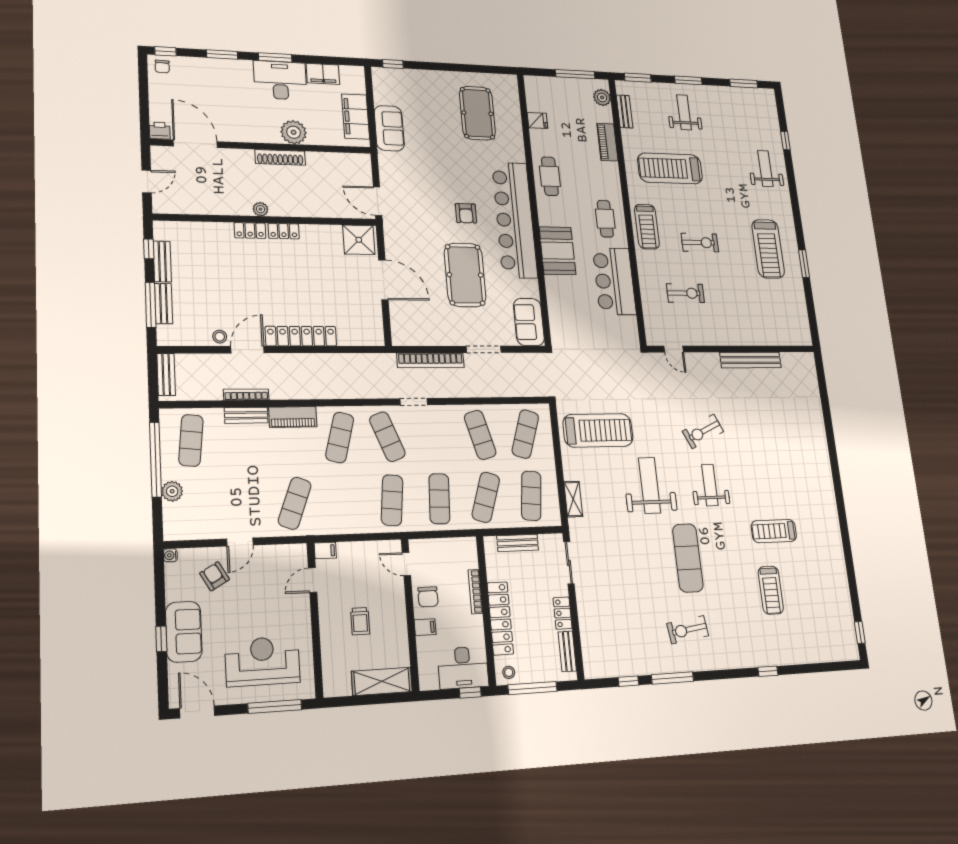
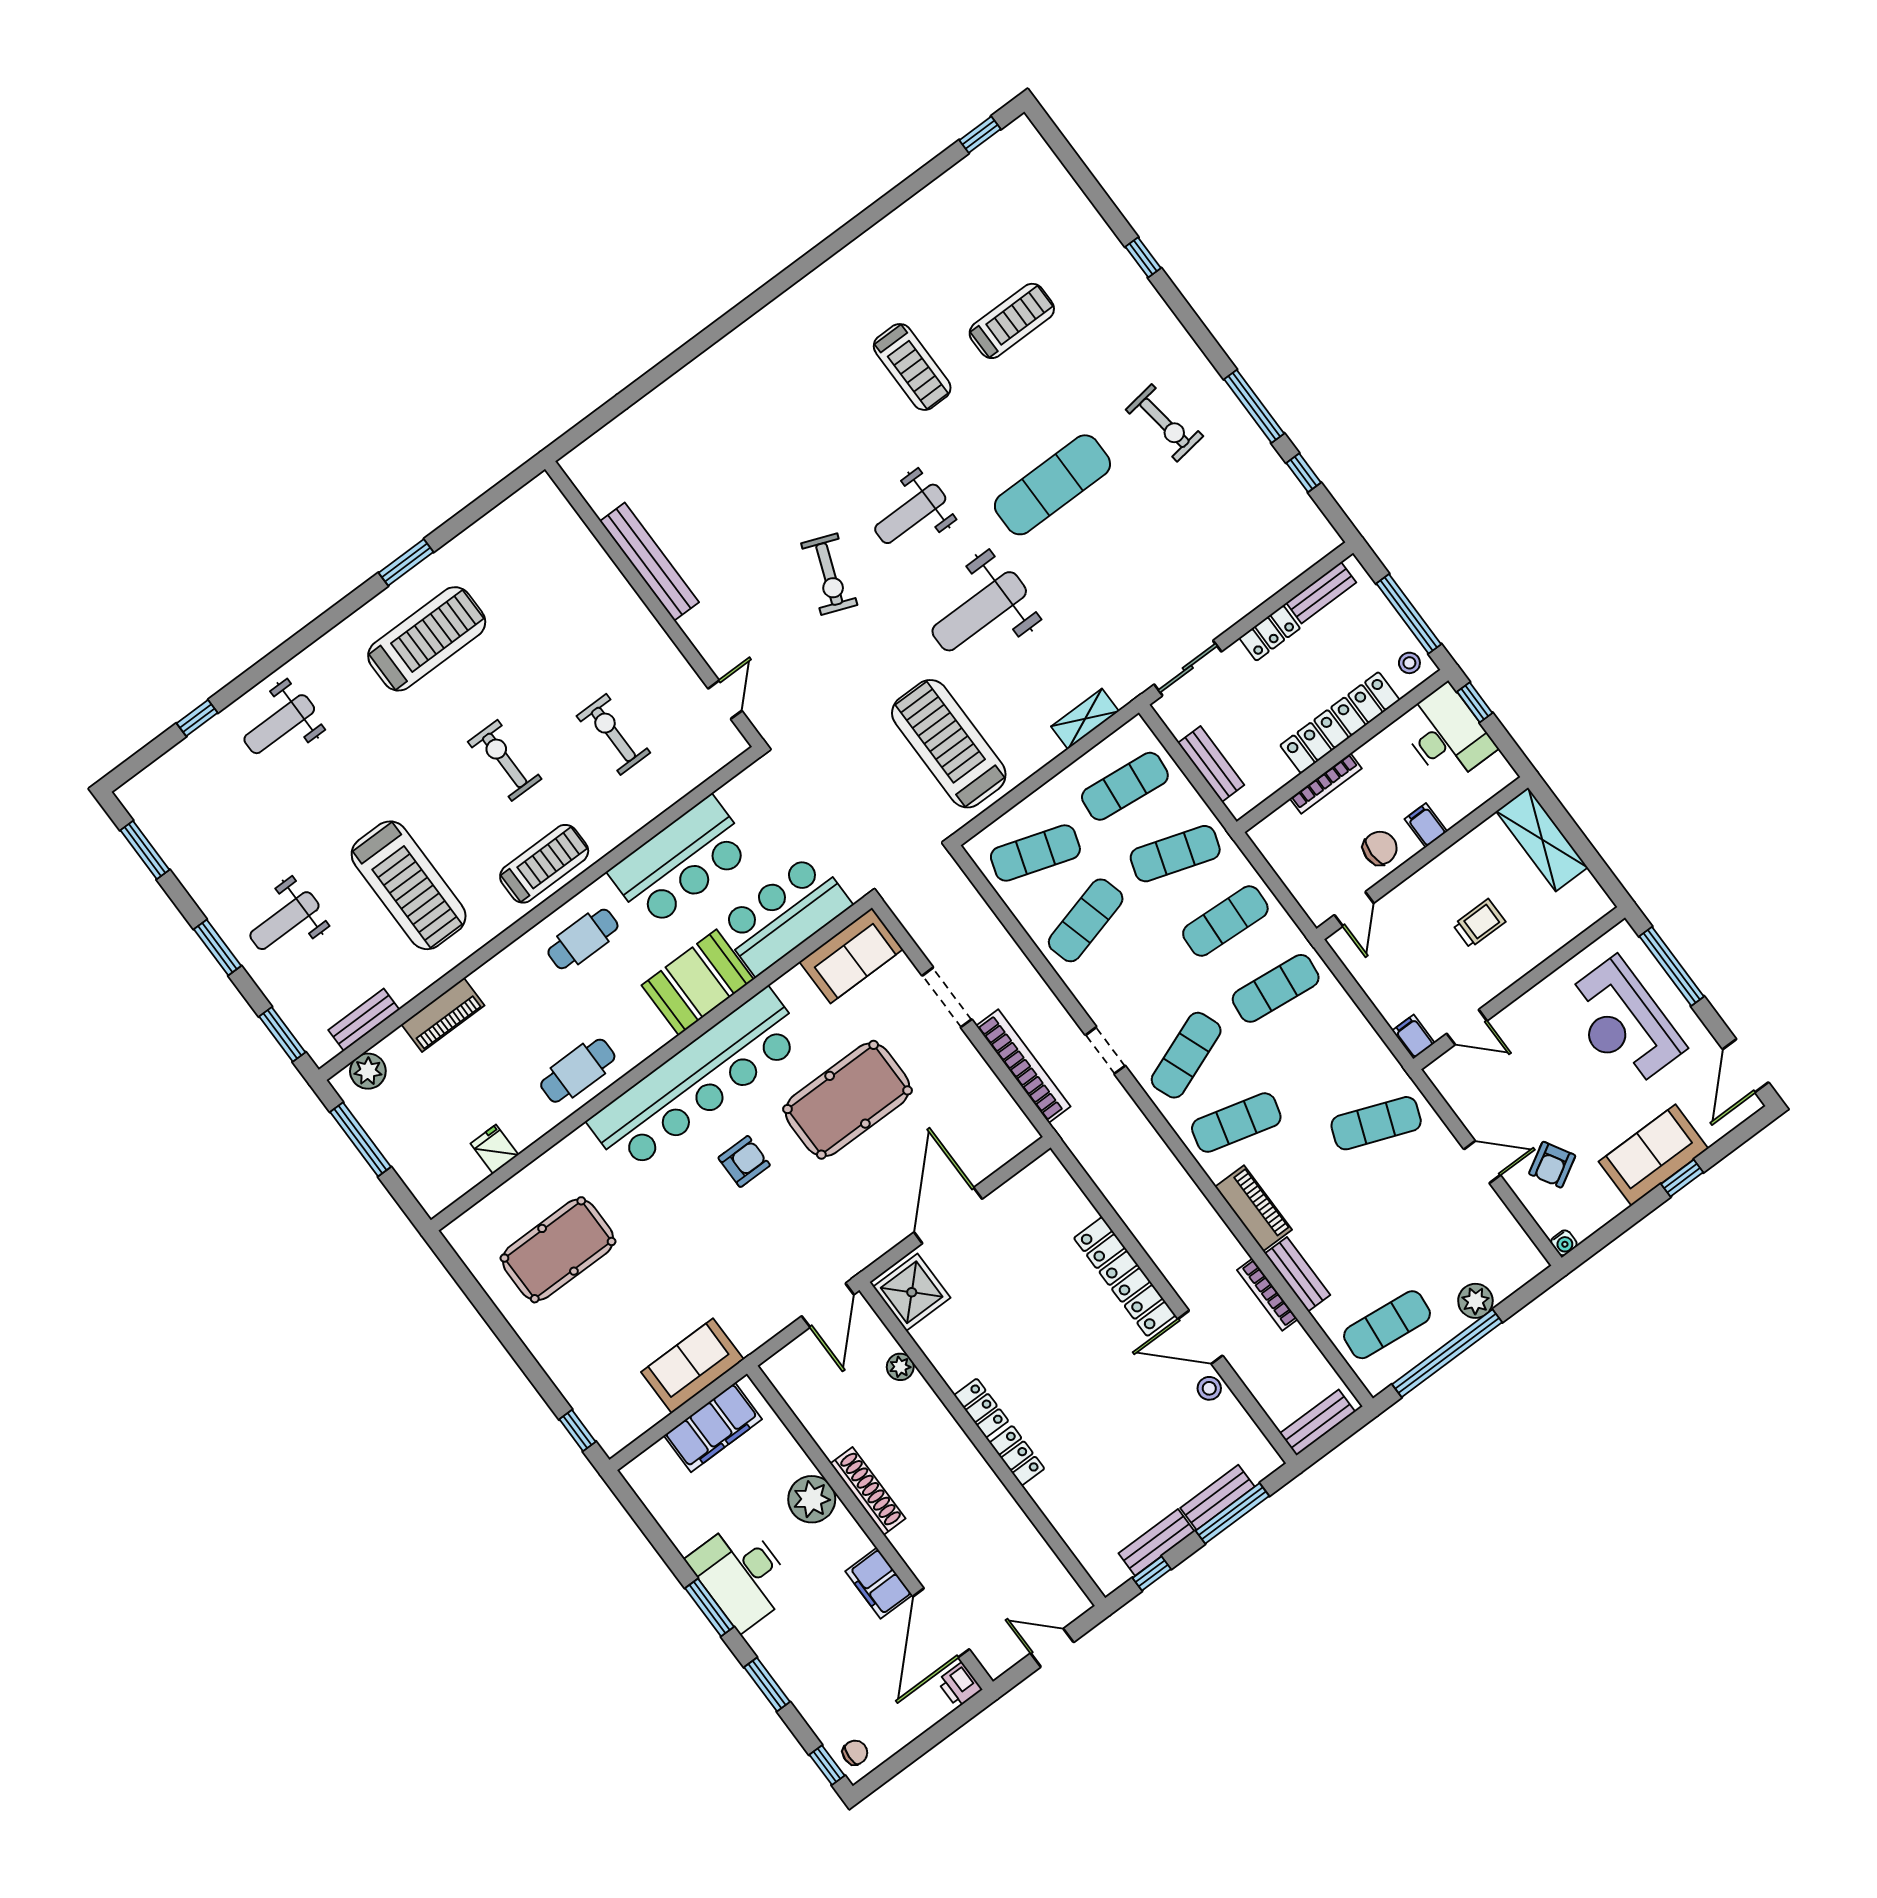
filing cabinet: (323, 74) -> (879, 1583), moved, turned 180
plant: (260, 209) -> (900, 1367), moved
bar counter: (565, 307) -> (785, 914), added
exercise bike: (703, 431) -> (829, 574), turned 46

